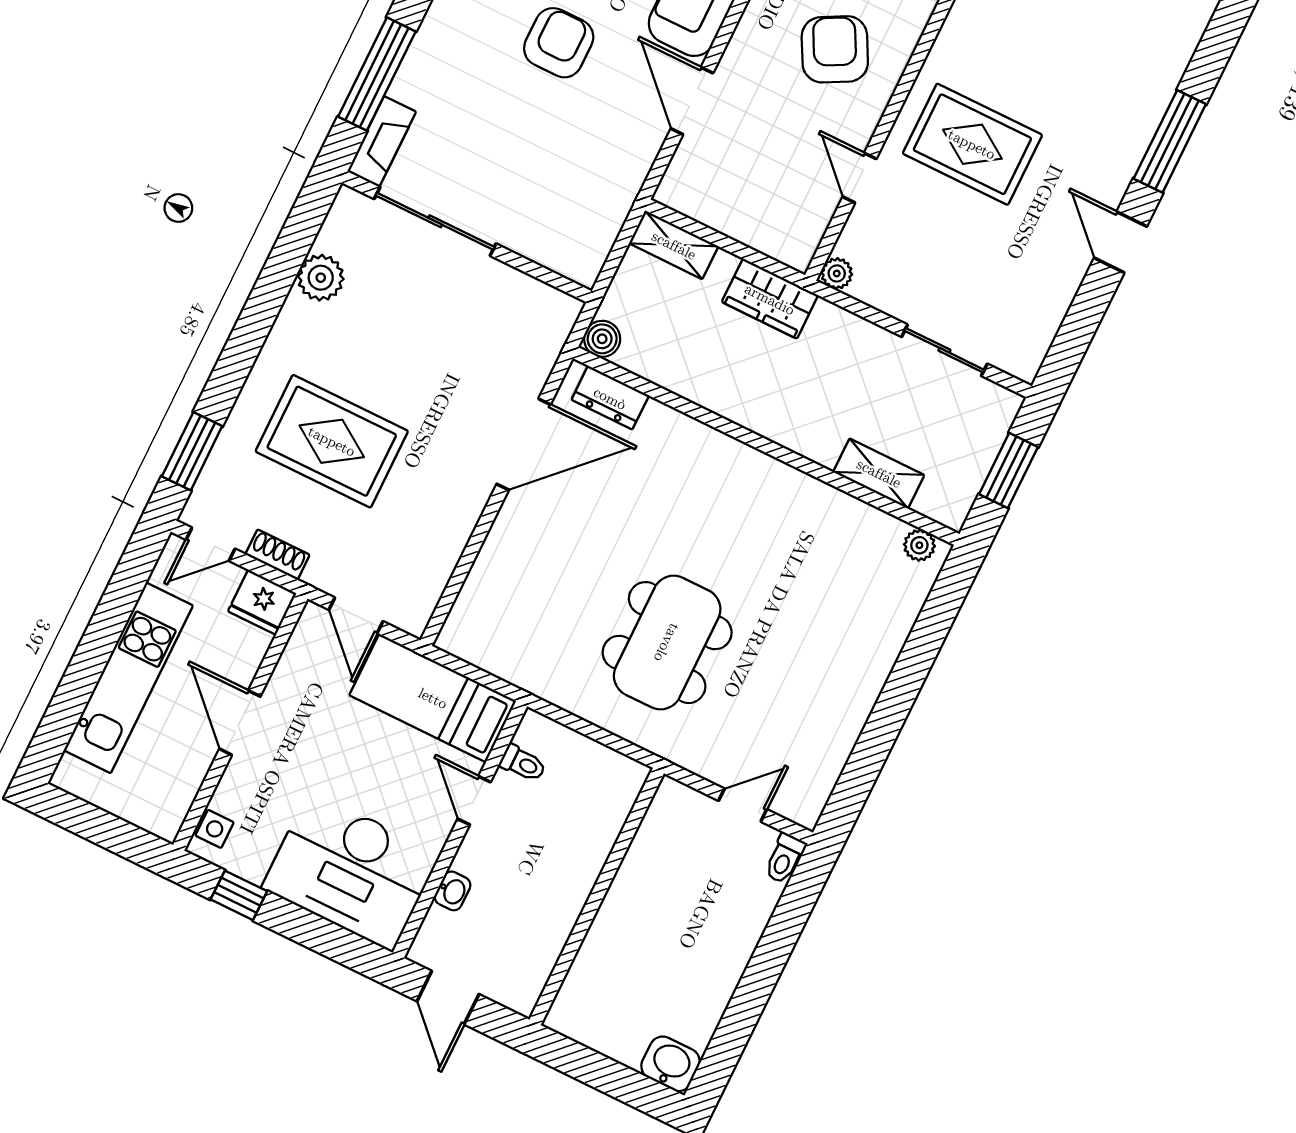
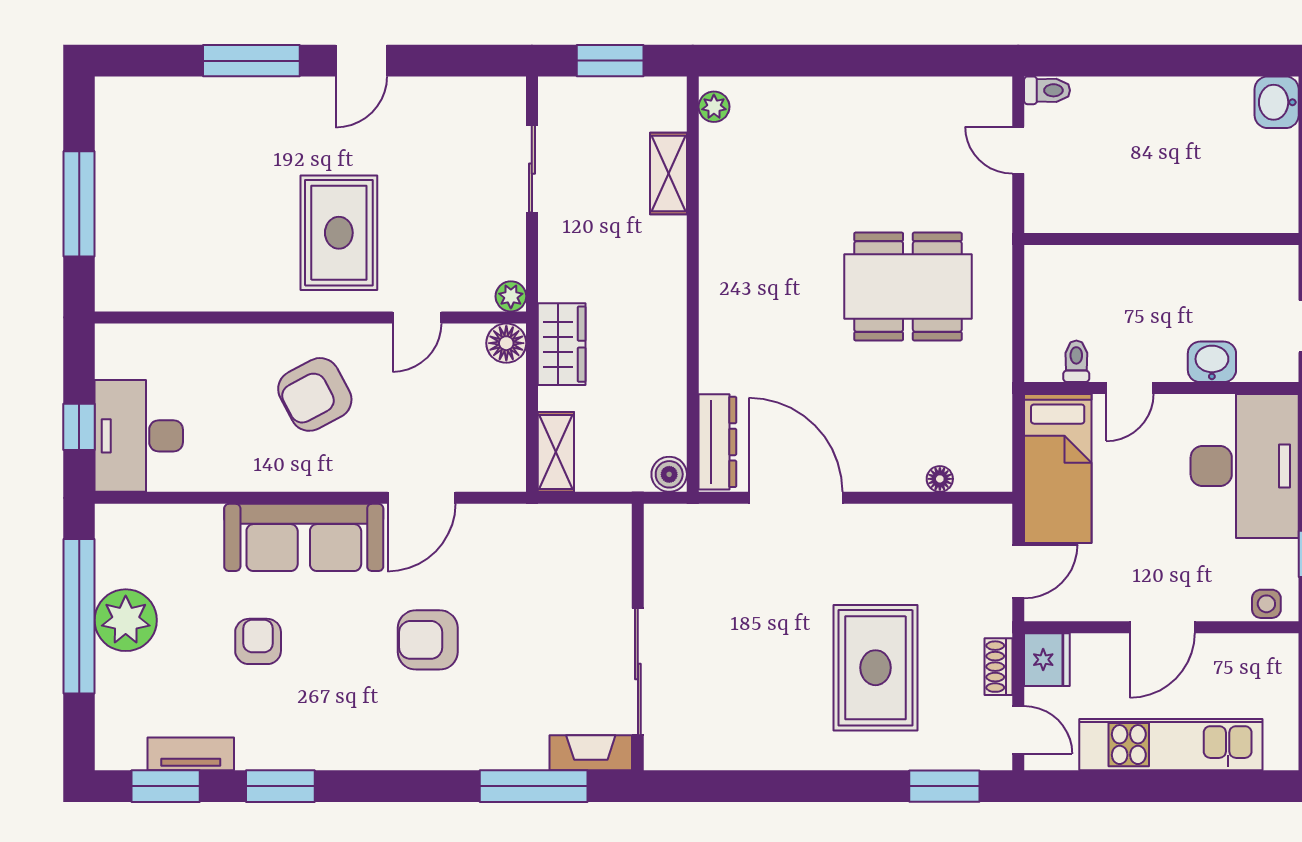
floor lamp: (796, 248) -> (506, 343), added
plant: (321, 278) -> (737, 748), removed
dresser: (610, 398) -> (717, 442), width x1.44
floor lamp: (476, 585) -> (940, 479), added
washbasin: (453, 891) -> (1212, 362), width x1.38, depth x1.45

